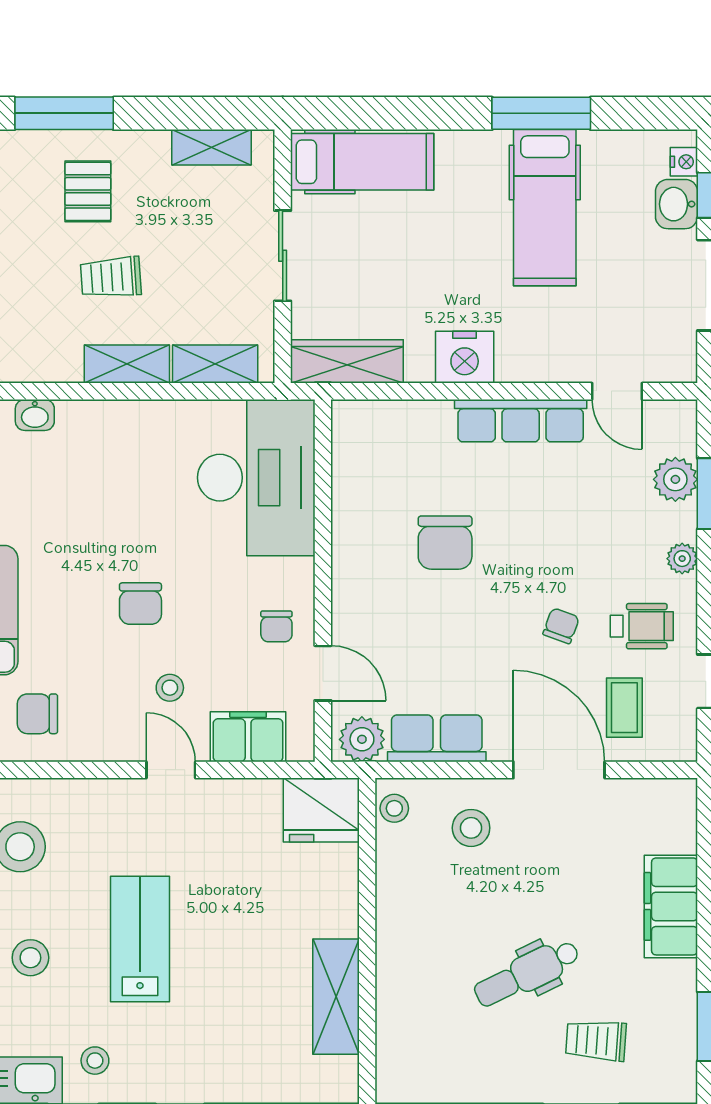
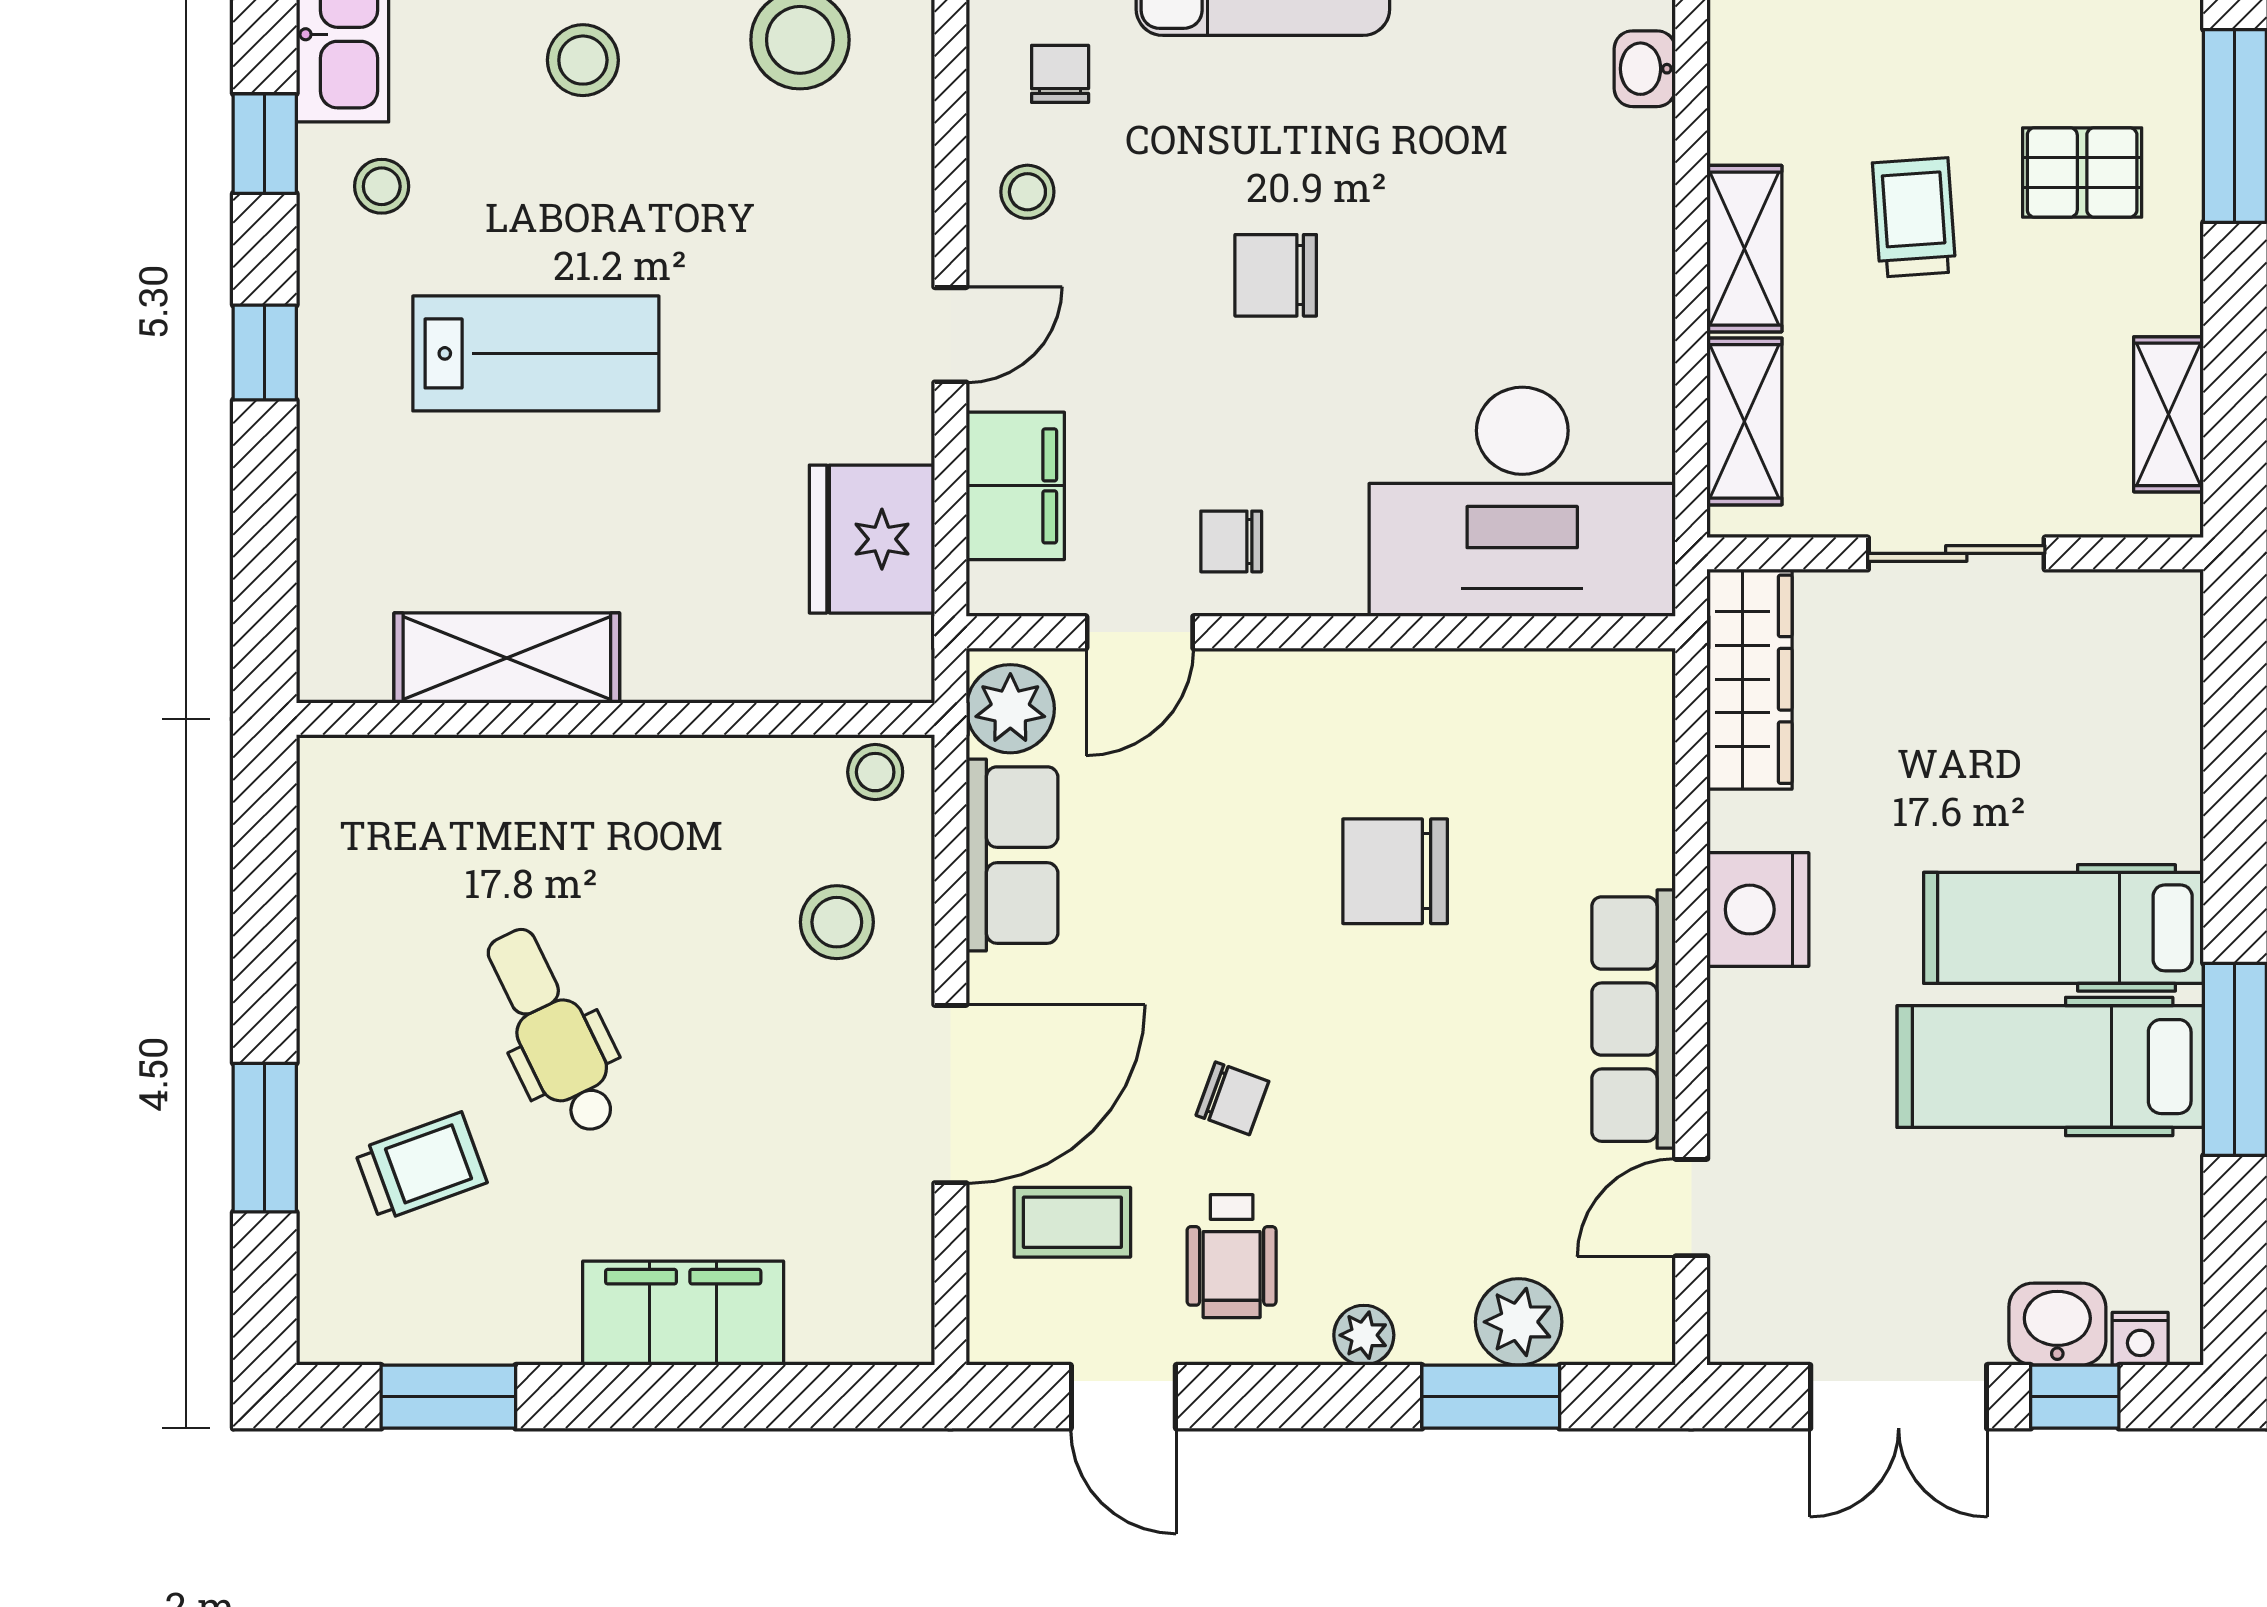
hospital bed: (362, 162) -> (2064, 928), moved, turned 90
stool: (170, 688) -> (1027, 192), moved
chair: (37, 714) -> (1060, 74), width x0.73, depth x0.73
fridge: (321, 810) -> (872, 539), moved
lab bench: (140, 939) -> (536, 353), moved
trolley: (596, 1040) -> (421, 1167), turned 66

